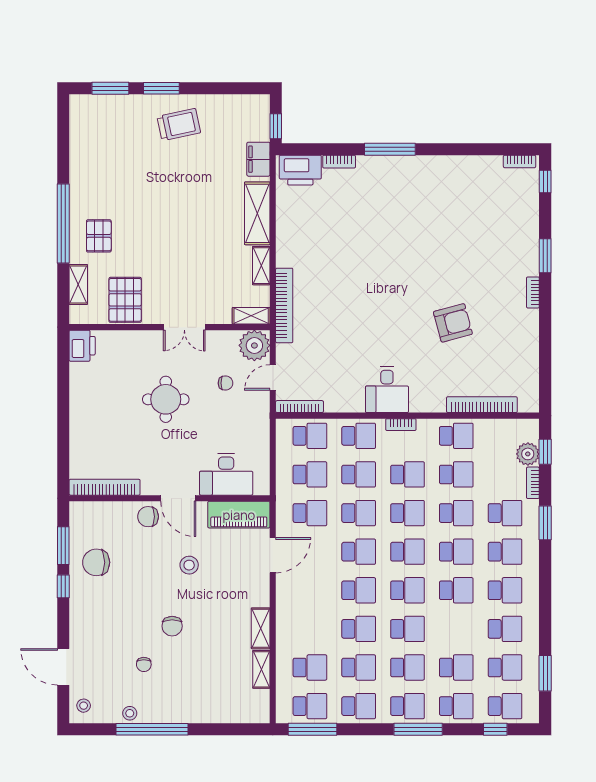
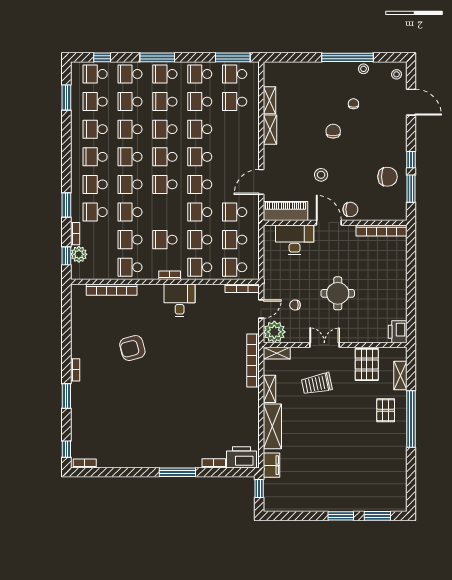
trolley: (179, 125) -> (317, 384), moved
school desk: (407, 513) -> (130, 129), moved

